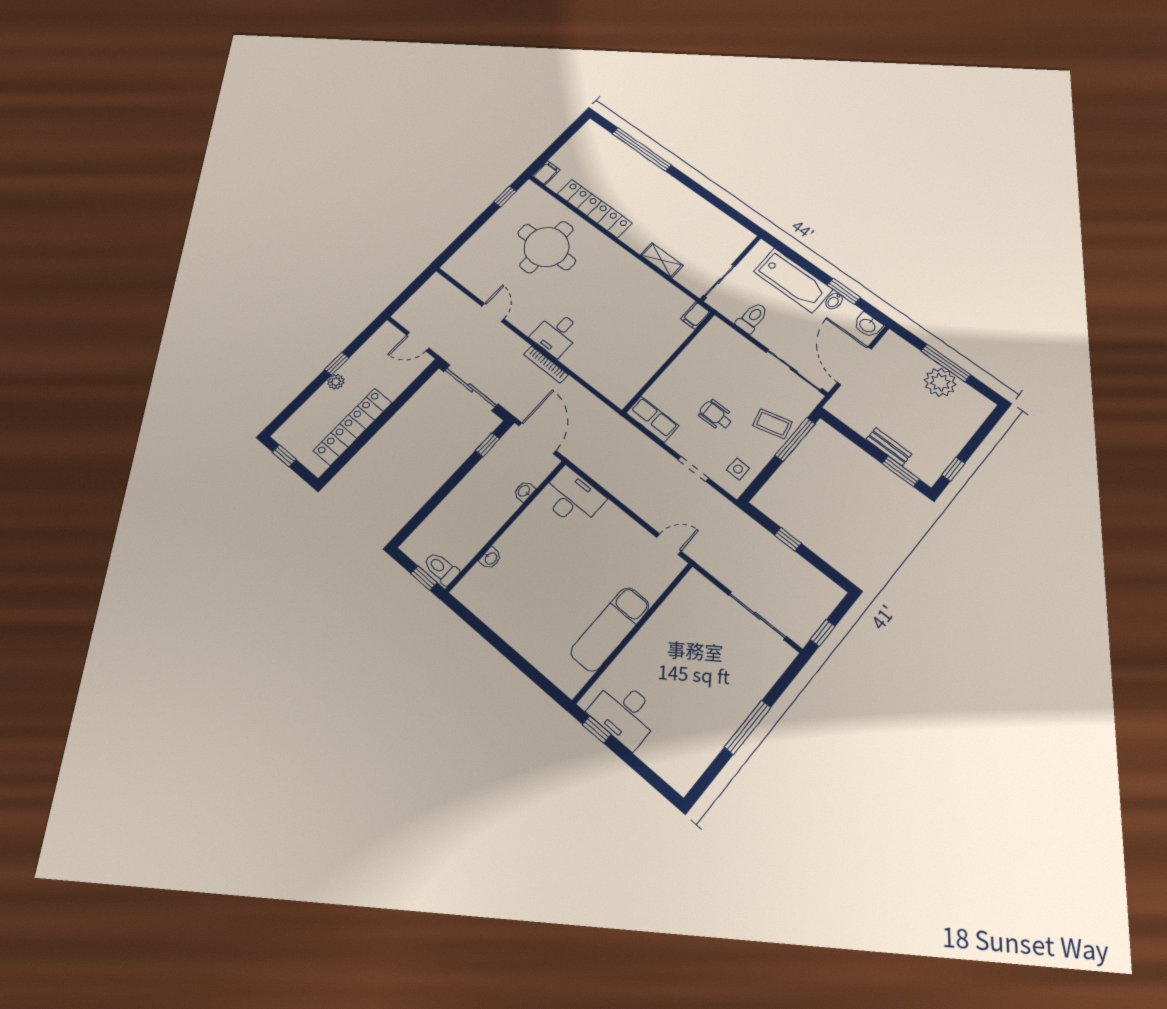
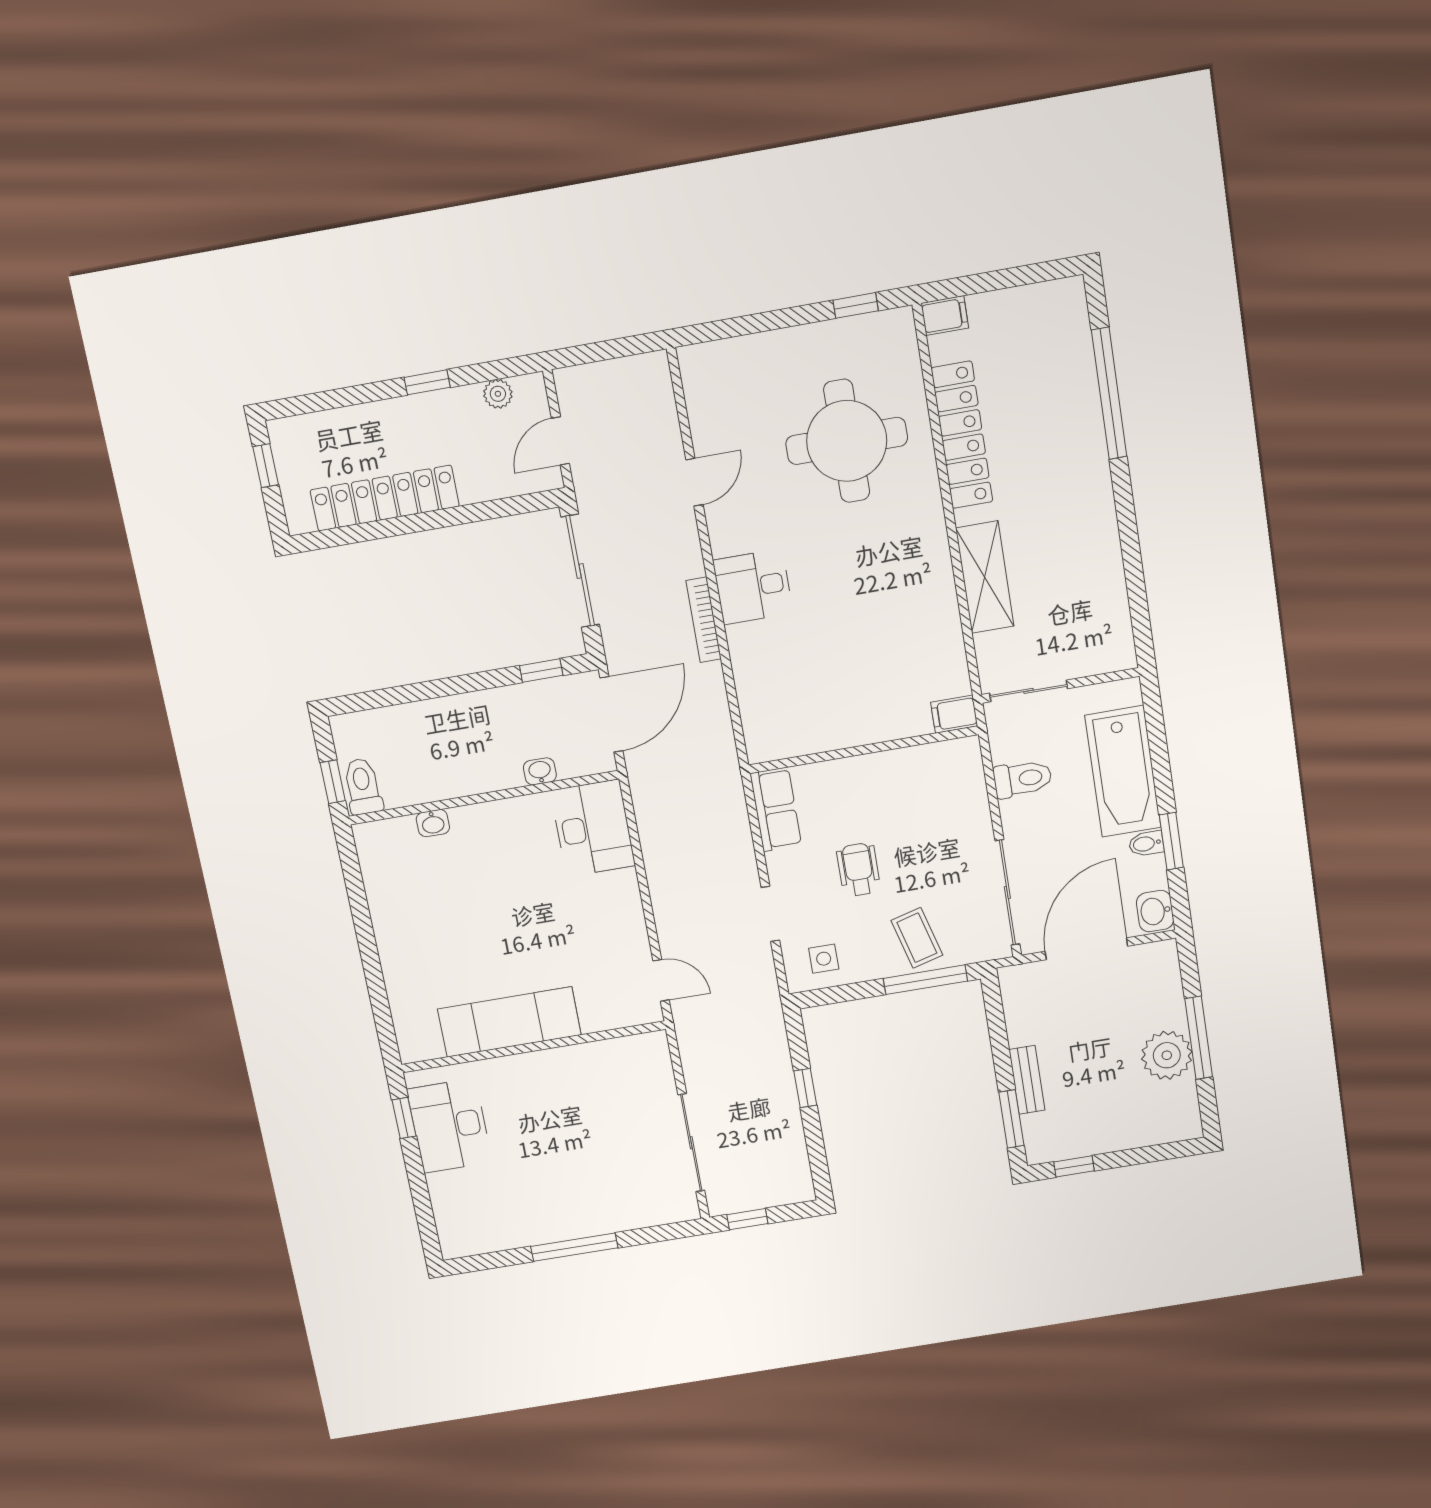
shelving: (662, 260) -> (985, 577), width x1.50, depth x1.33
door: (418, 342) -> (560, 441), hinge flipped
plant: (336, 382) -> (498, 394), moved

